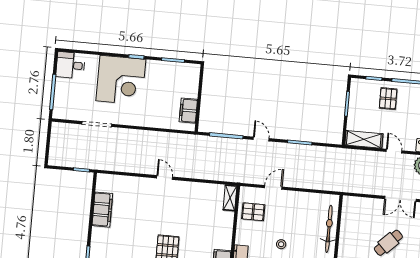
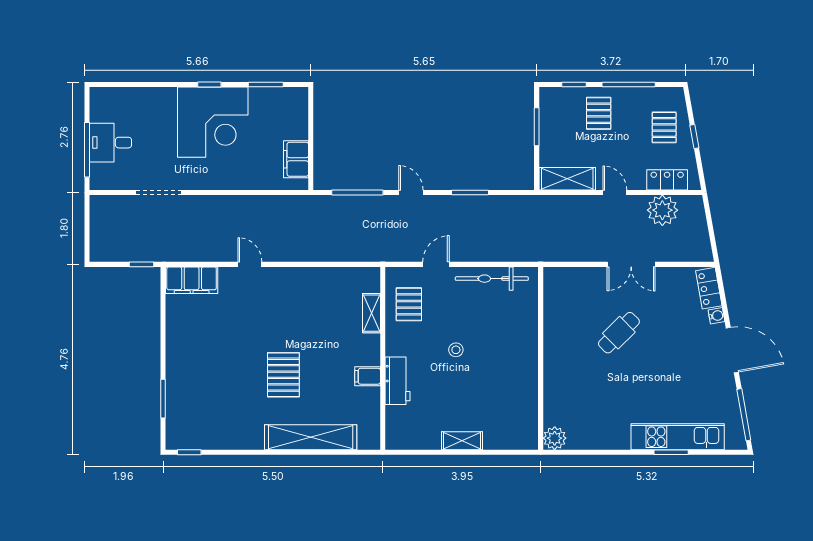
desk: (71, 65) -> (110, 143), moved
corner desk: (121, 80) -> (213, 122), moved
door: (165, 177) -> (250, 264), moved
shelving: (230, 198) -> (372, 313), moved
filing cabinet: (102, 210) -> (192, 280), moved, turned 90
pallet: (253, 212) -> (409, 304), turned 90
bicycle: (329, 229) -> (492, 279), moved, turned -90

